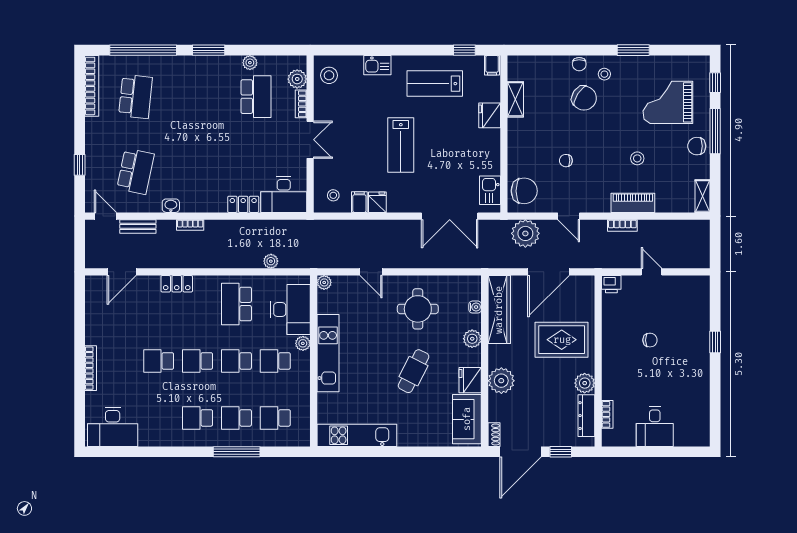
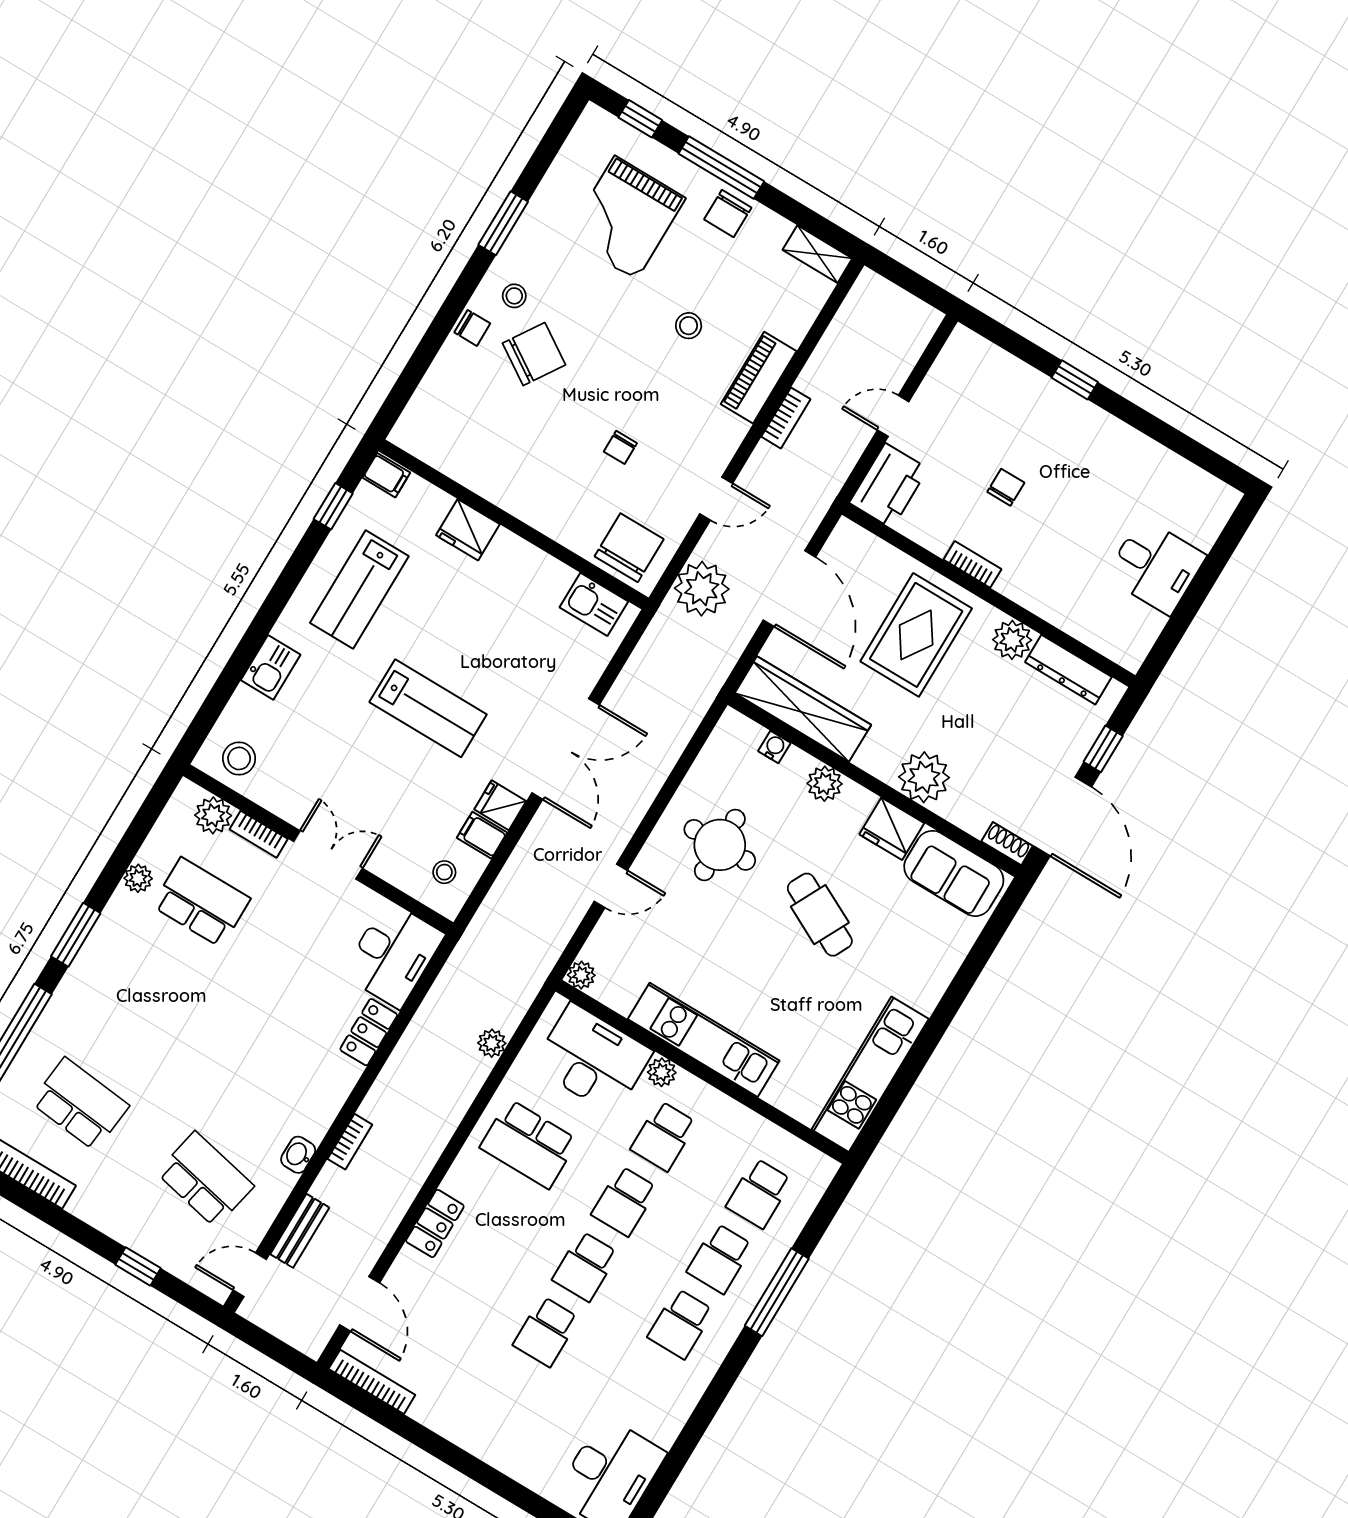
shelving: (515, 99) -> (467, 470), removed
double door: (450, 216) -> (566, 749), moved
printer: (611, 284) -> (889, 486), width x1.87, depth x1.48
bookcase: (91, 368) -> (372, 1382), moved
bookcase: (607, 414) -> (972, 564), moved

